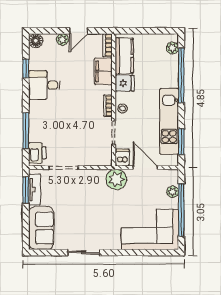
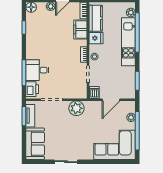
desk: (44, 85) -> (37, 70), moved
kitchen unit: (169, 121) -> (128, 42), moved
door: (145, 168) -> (111, 100), swing flipped
plant: (116, 179) -> (76, 108), moved

